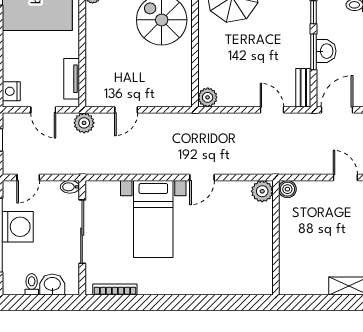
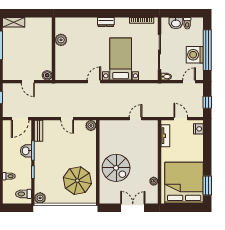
door: (272, 110) -> (67, 119), moved
plant: (84, 123) -> (158, 112), removed
door: (345, 178) -> (28, 82), moved
plant: (262, 191) -> (61, 40), moved
dresser: (180, 287) -> (106, 22), added

